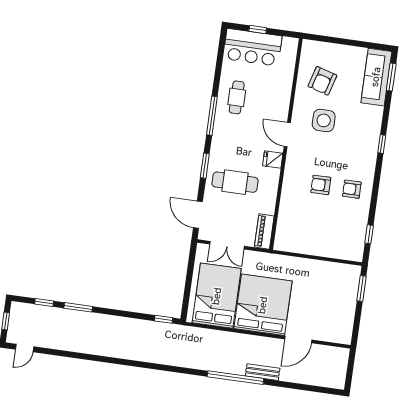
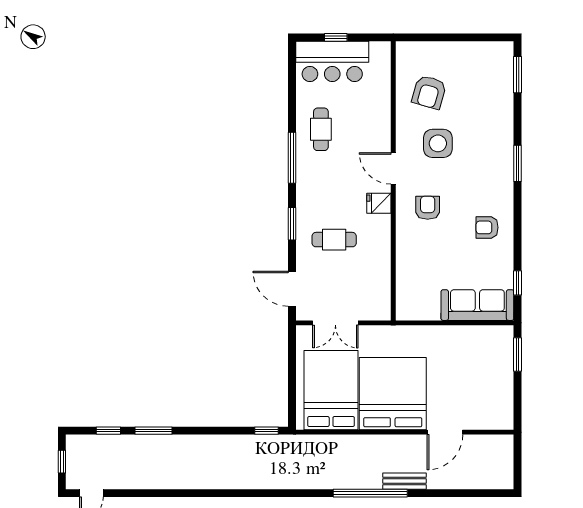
sofa: (376, 77) -> (477, 305), moved, turned 90
window: (382, 144) -> (518, 163), width x1.50
cafe table: (235, 182) -> (334, 240), width x0.73, depth x0.74
armchair: (321, 185) -> (428, 208), moved, turned 90
piano: (264, 231) -> (381, 298), removed

